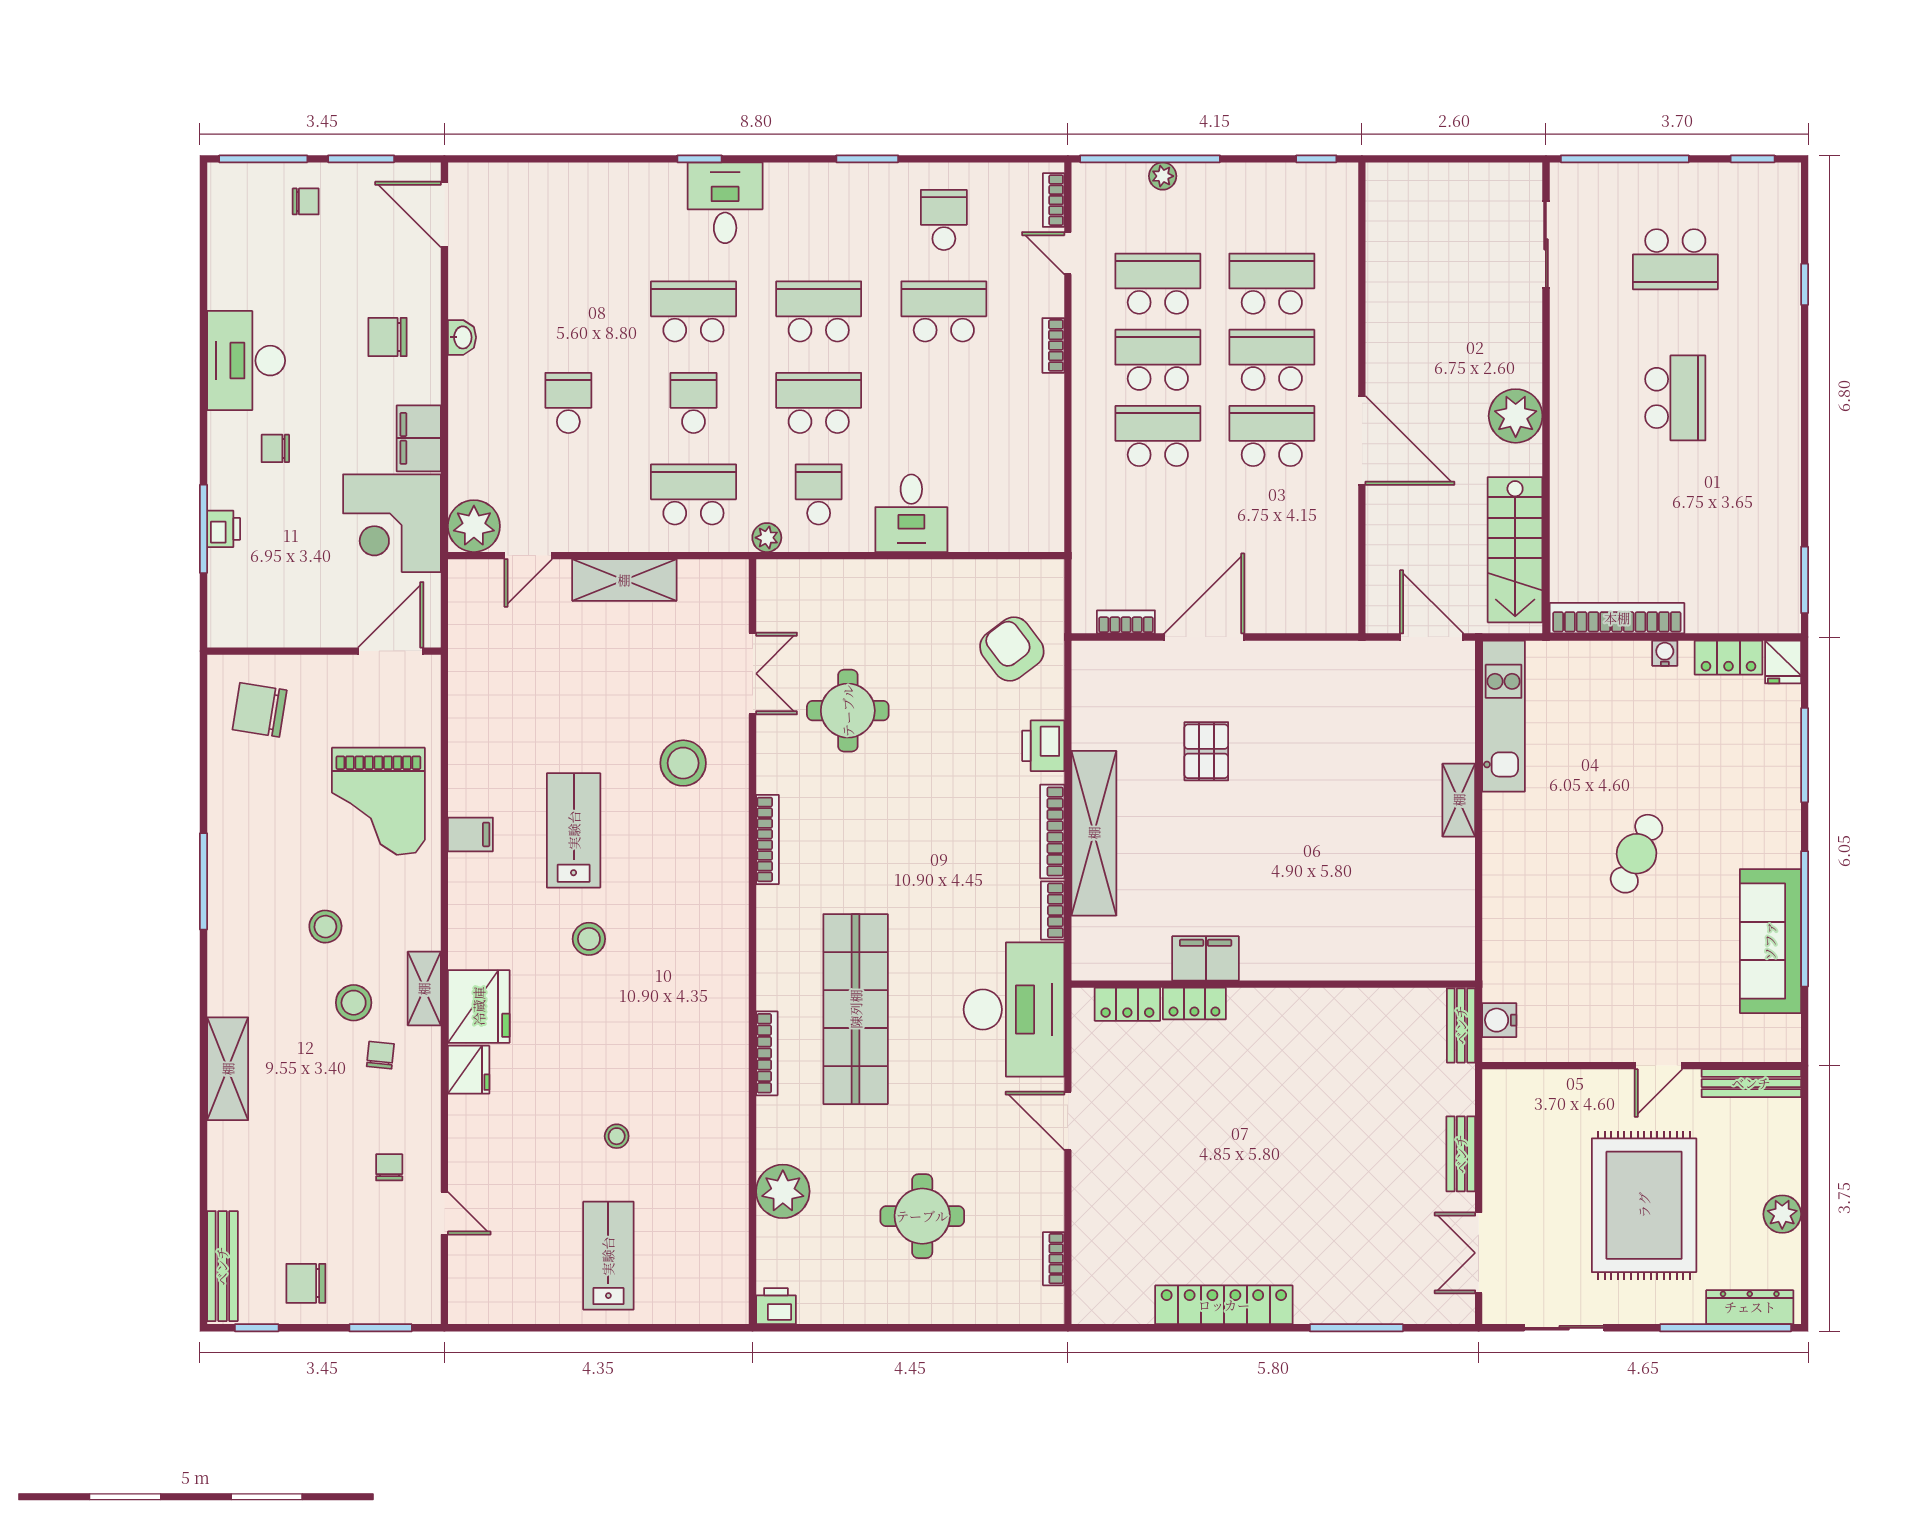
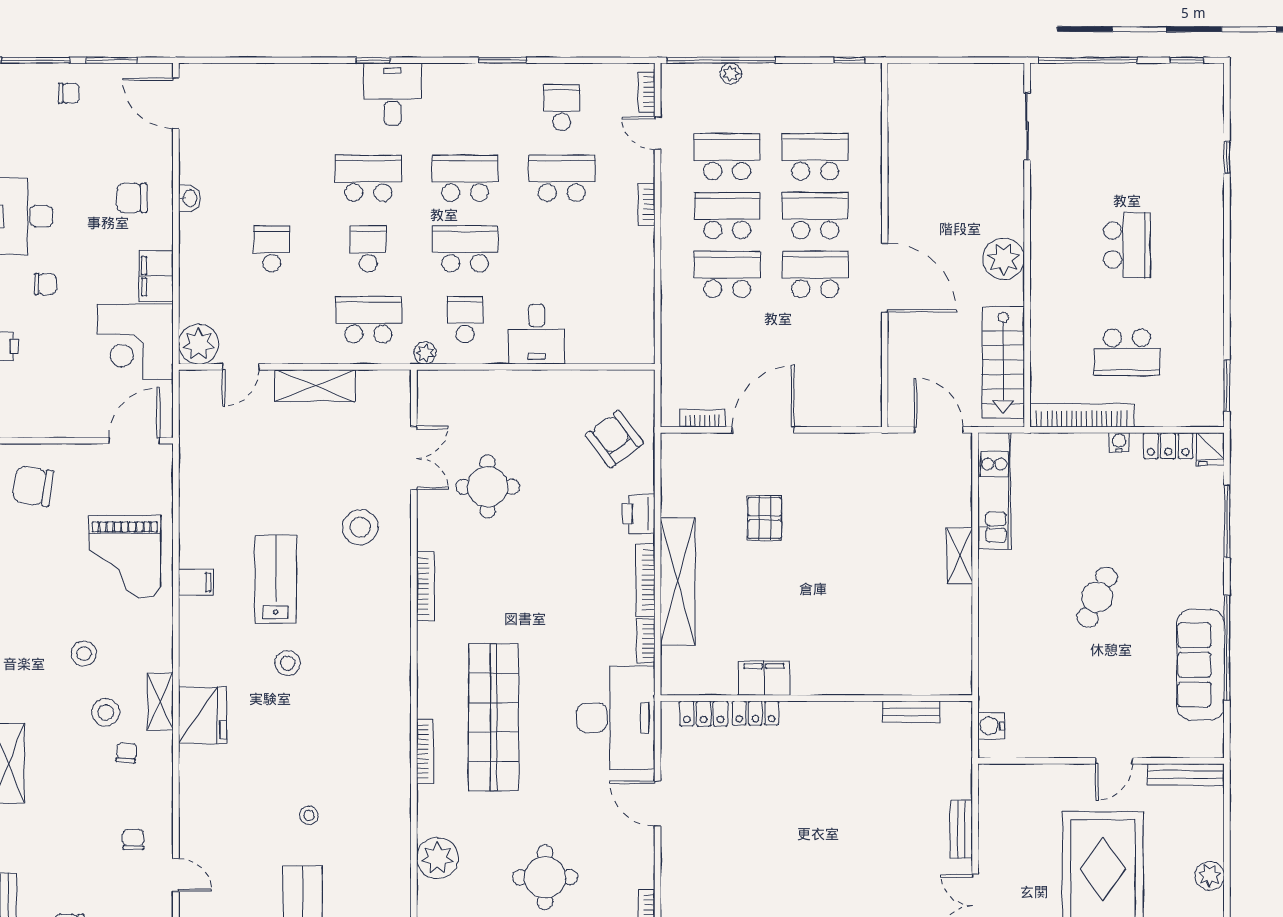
school desk: (1675, 259) -> (1127, 352), moved
chair: (275, 448) -> (45, 284), turned 180
bench: (1461, 1025) -> (911, 712), moved, turned 90
fridge: (469, 1070) -> (195, 764), removed

